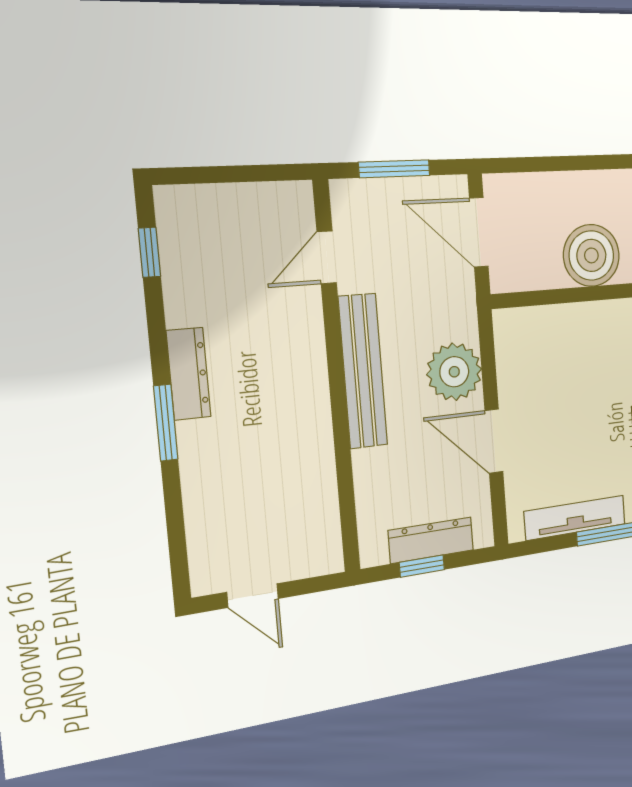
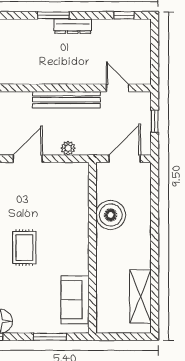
window: (394, 169) -> (155, 121), width x0.67
plant: (454, 372) -> (68, 148), width x0.53, depth x0.53

